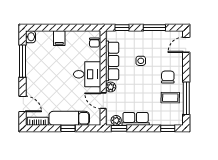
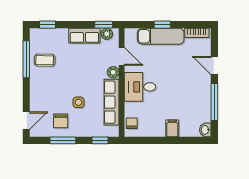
chair: (168, 77) -> (61, 121), moved
door: (22, 104) -> (214, 66), moved

